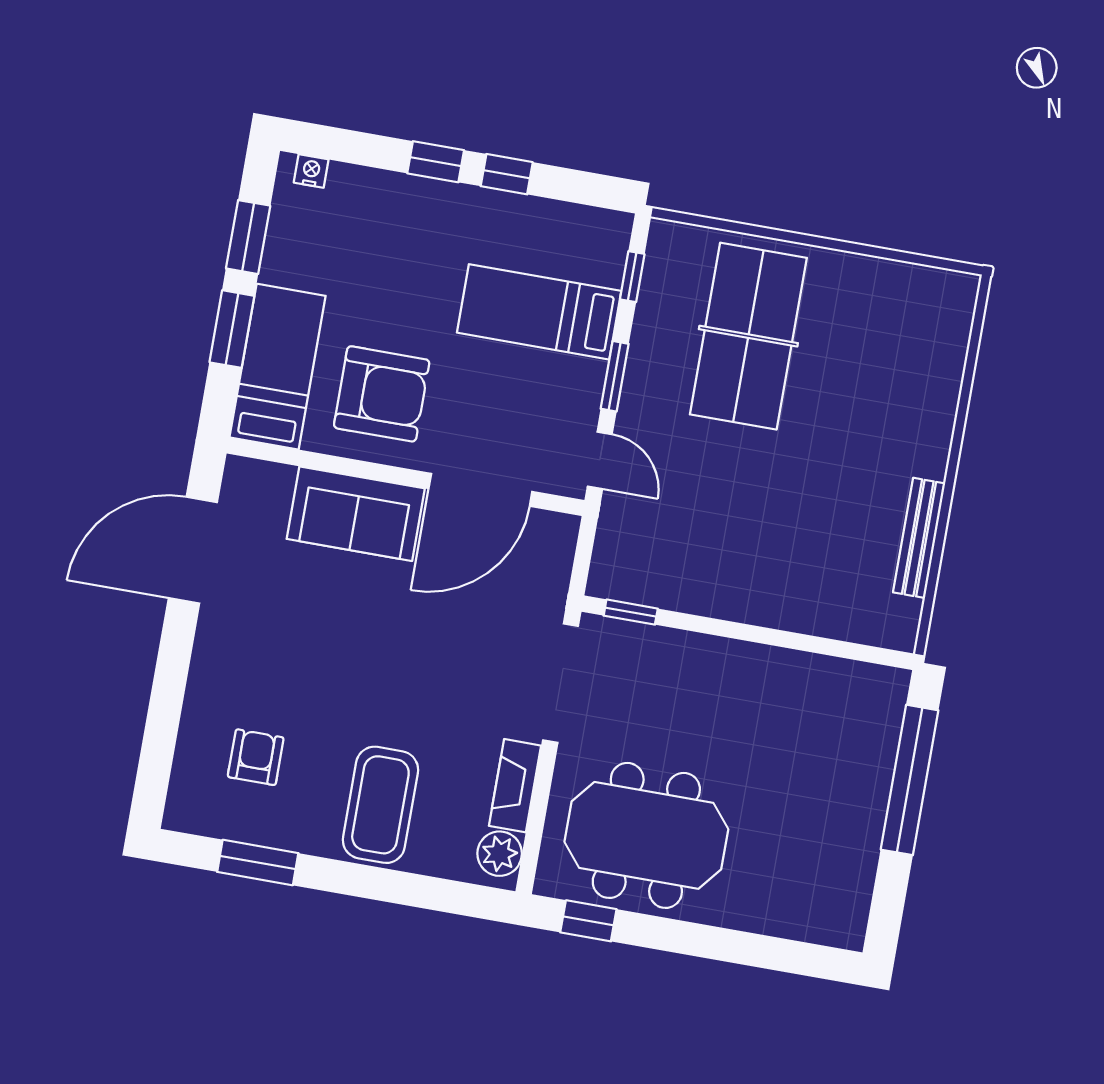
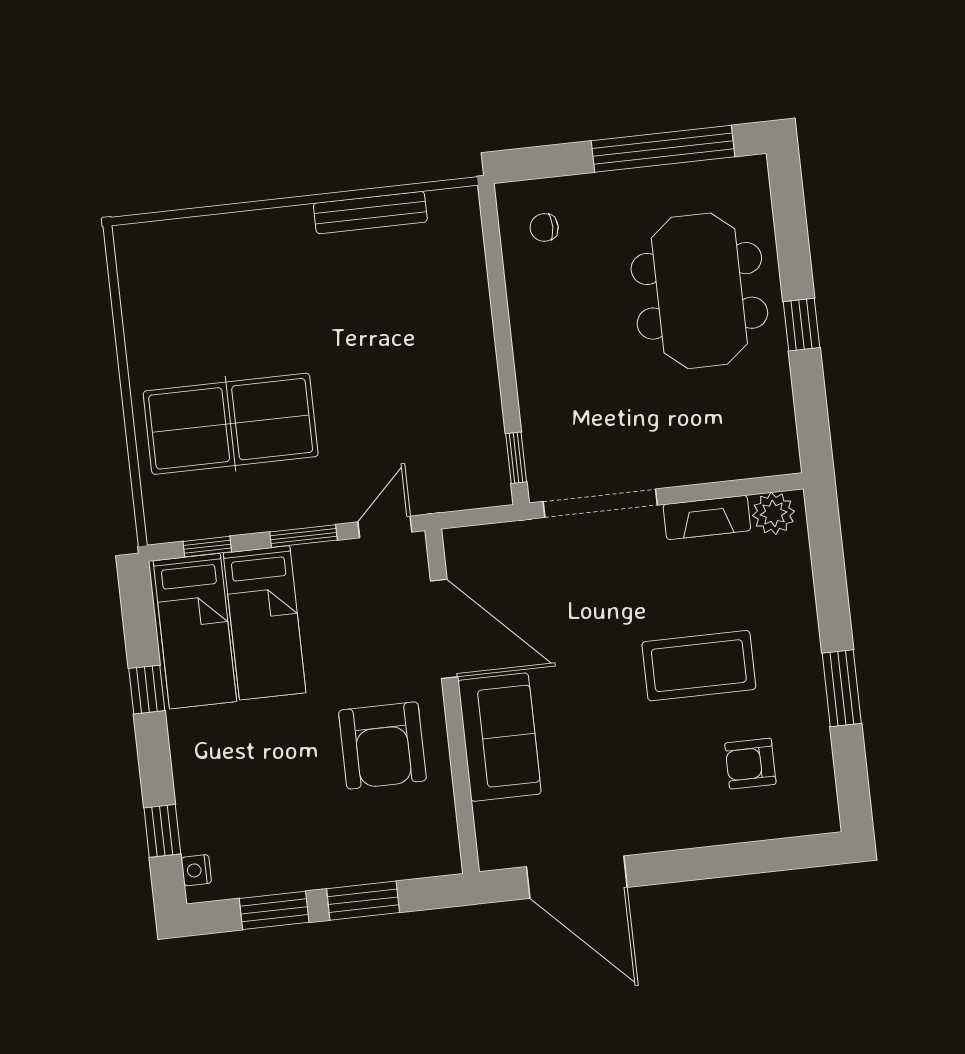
window: (436, 162) -> (162, 831), moved
bed: (278, 367) -> (195, 631), moved, turned -90
armchair: (382, 394) -> (382, 745), turned 180
chair: (853, 708) -> (544, 227), added
window: (910, 780) -> (663, 149), moved
coffee table: (380, 805) -> (699, 666), moved
meeting table: (646, 835) -> (699, 291), moved
window: (258, 863) -> (842, 688), moved
window: (588, 921) -> (802, 325), moved

